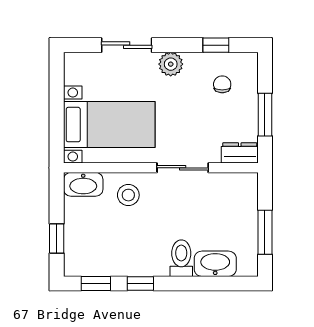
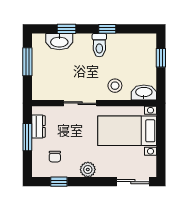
sliding door: (127, 45) -> (133, 182), moved
dresser: (240, 153) -> (38, 126), moved, turned -90
toilet: (181, 258) -> (99, 45), moved
window: (96, 283) -> (66, 29), moved

